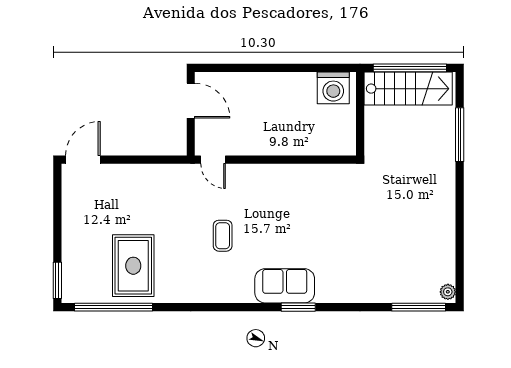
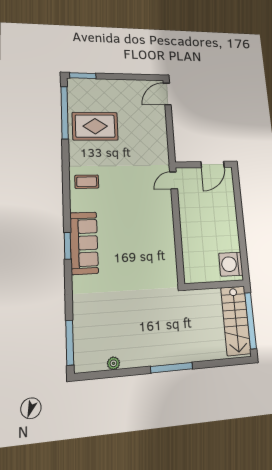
window: (460, 135) -> (172, 368), moved
door: (83, 160) -> (167, 94), swing flipped
coffee table: (223, 236) -> (87, 182), moved
sofa: (285, 286) -> (84, 243), width x1.36
plant: (448, 292) -> (113, 363), moved

